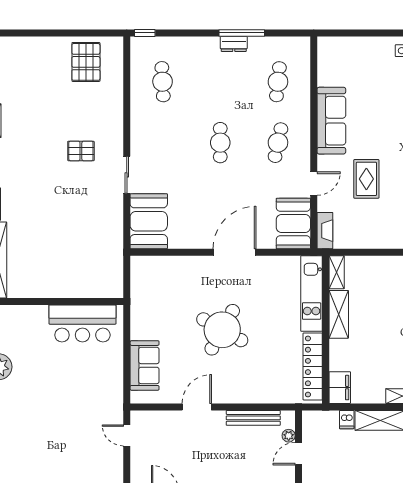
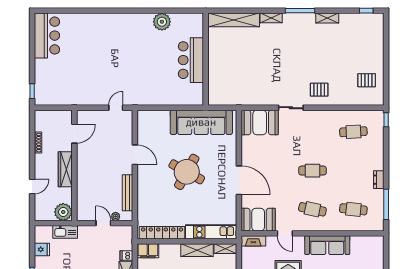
window: (242, 33) -> (386, 204), moved
pallet: (86, 62) -> (367, 80), width x0.67, depth x0.71
pallet: (81, 151) -> (319, 90), moved, turned 90
bar counter: (82, 324) -> (191, 60), moved
sofa: (145, 365) -> (201, 122), moved, width x1.85, depth x1.27

